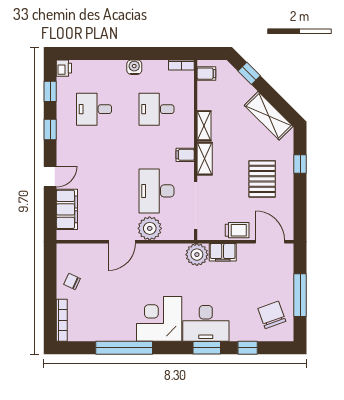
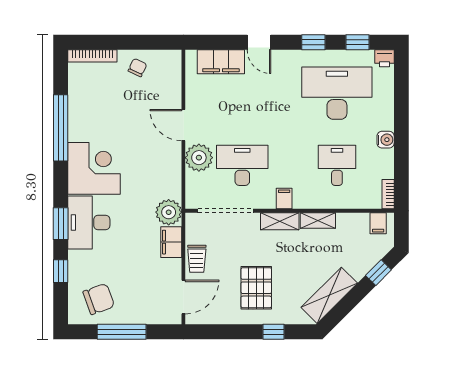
desk: (94, 109) -> (337, 93), width x1.87, depth x1.30
pallet: (262, 179) -> (256, 288), turned 90

